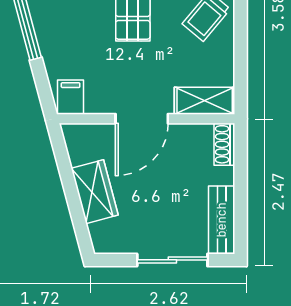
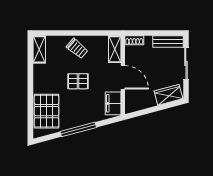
filing cabinet: (71, 97) -> (113, 103), width x2.00
wardrobe: (95, 192) -> (168, 95), moved

